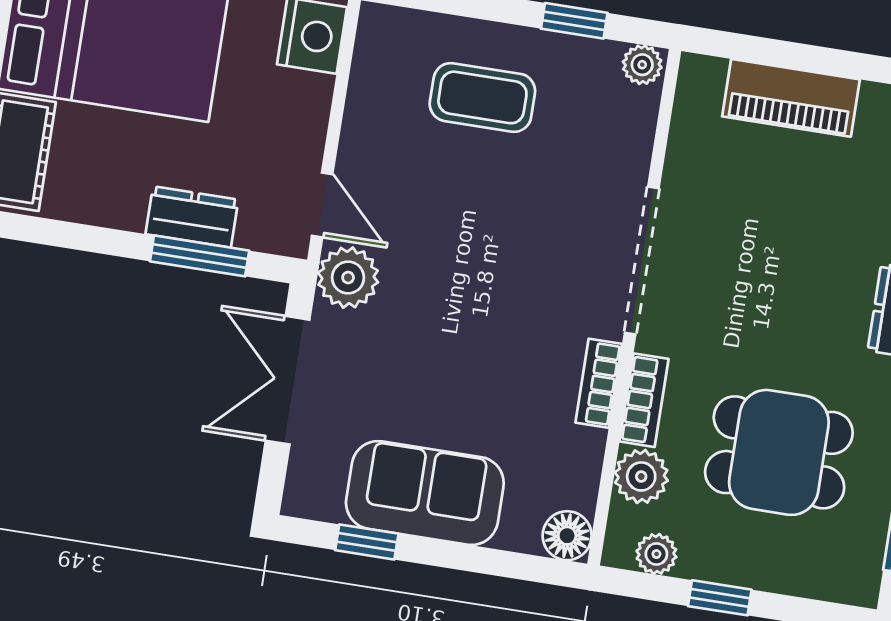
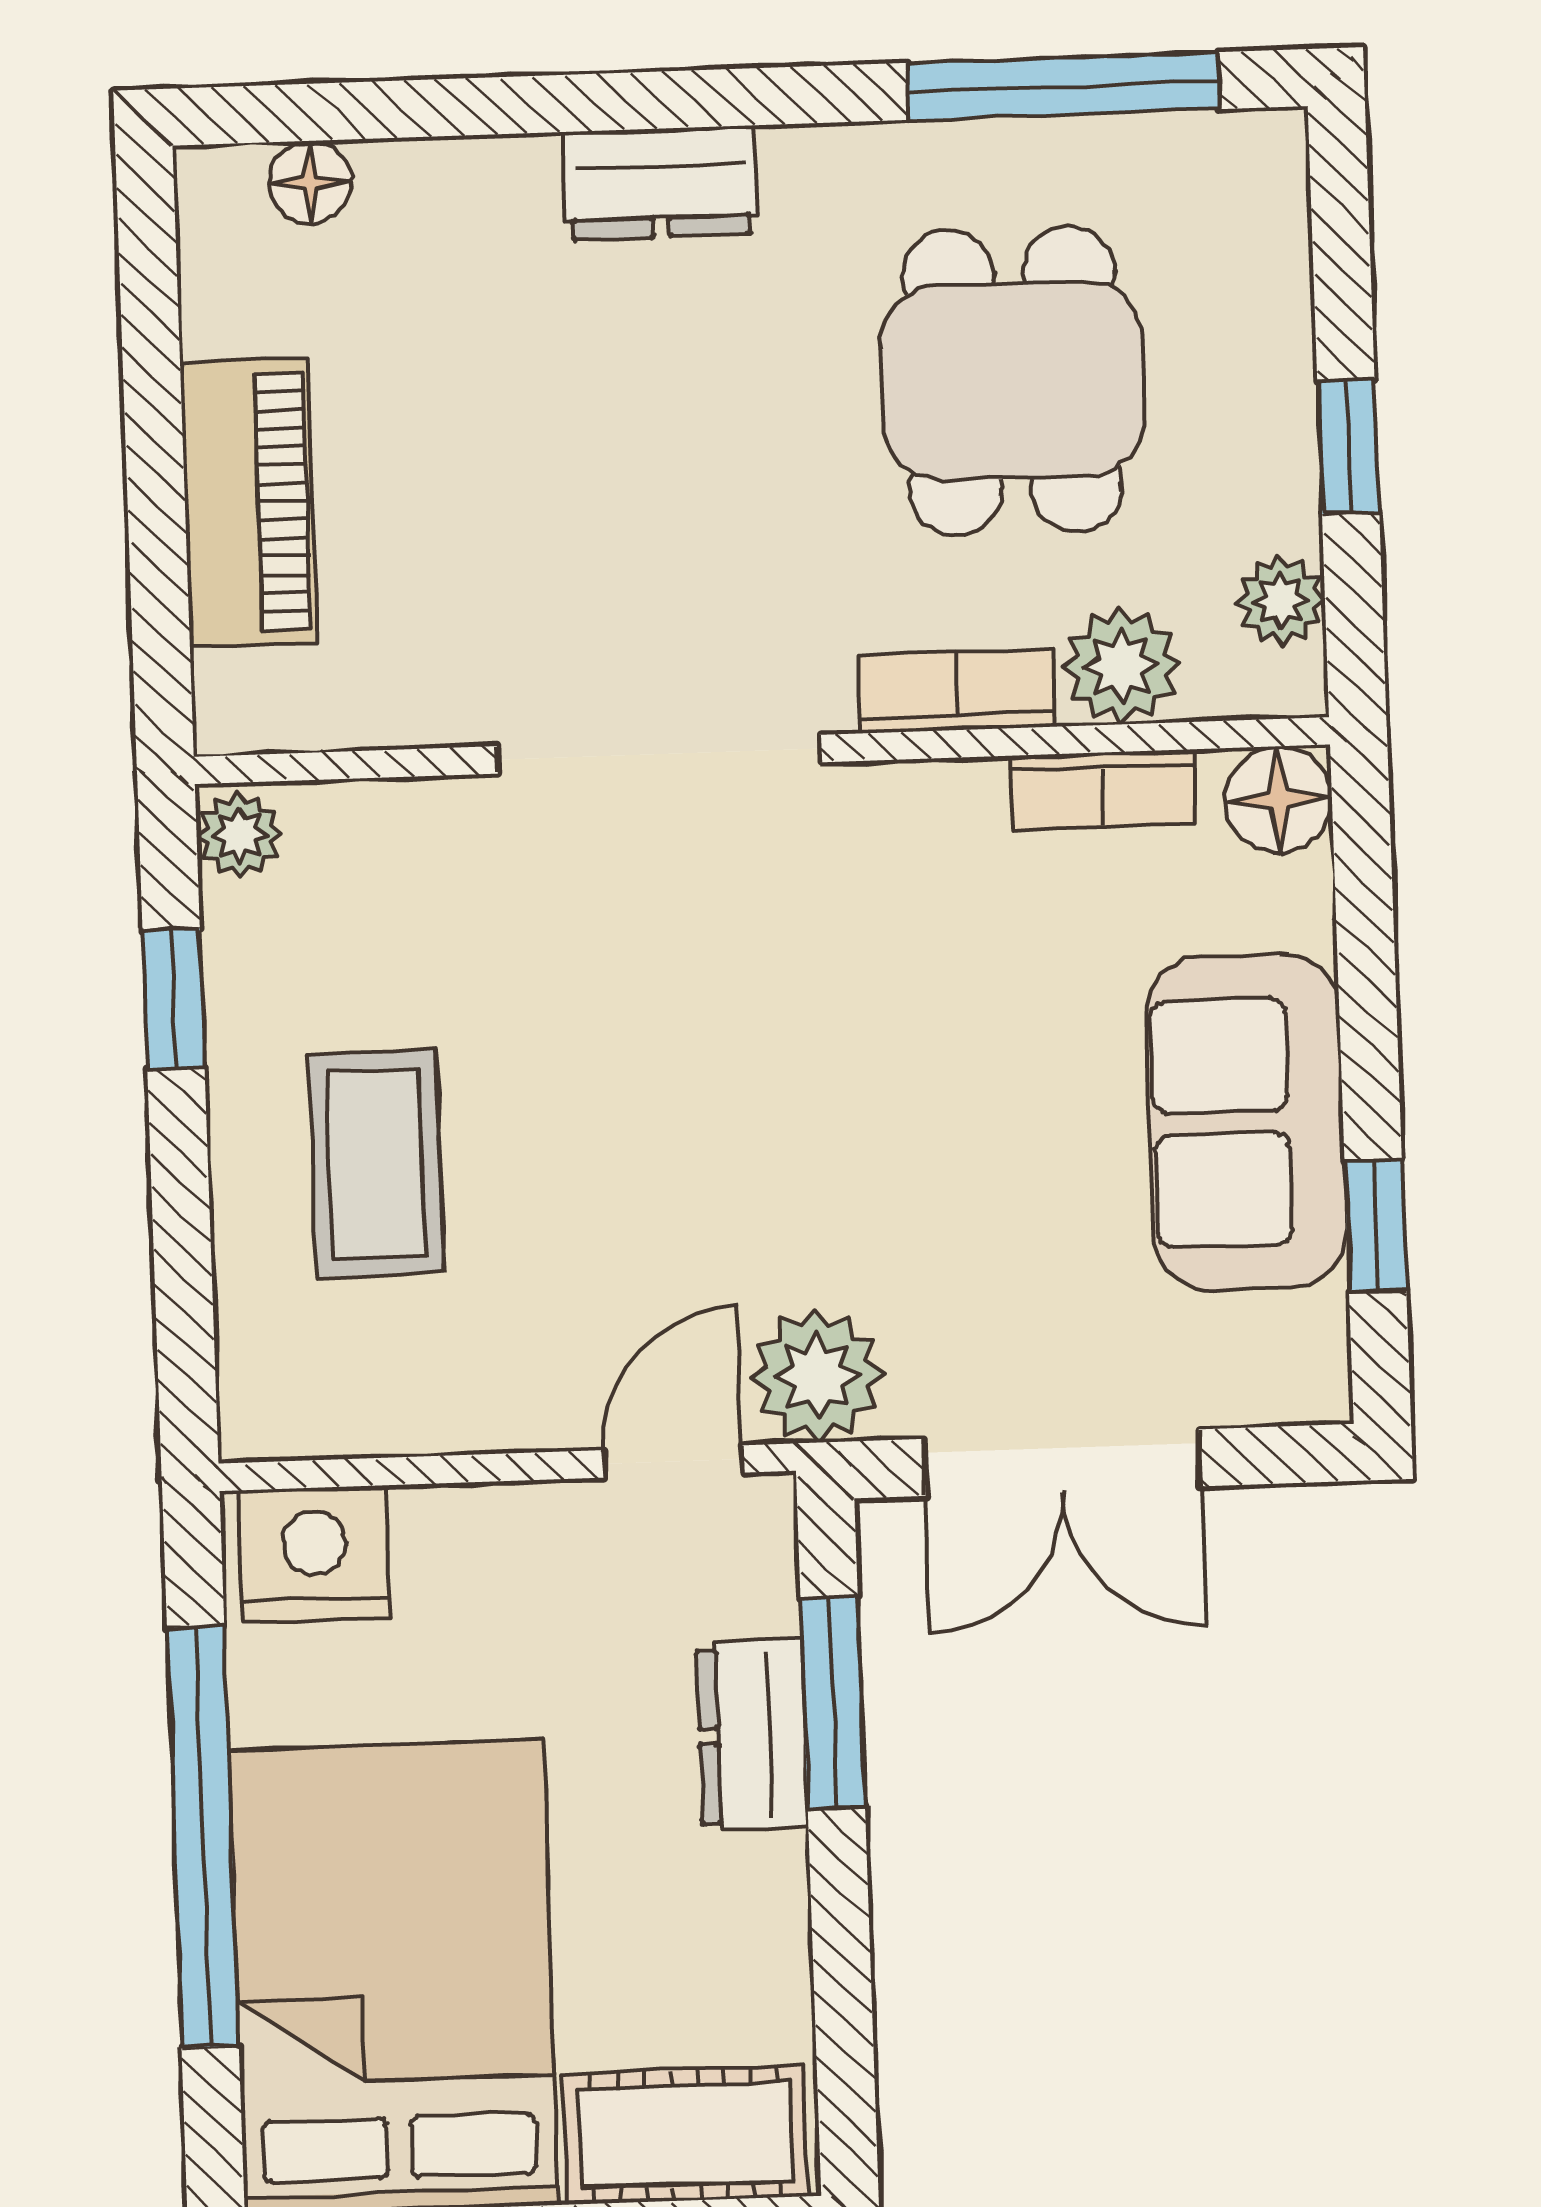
bookcase: (599, 383) -> (1103, 789), moved

